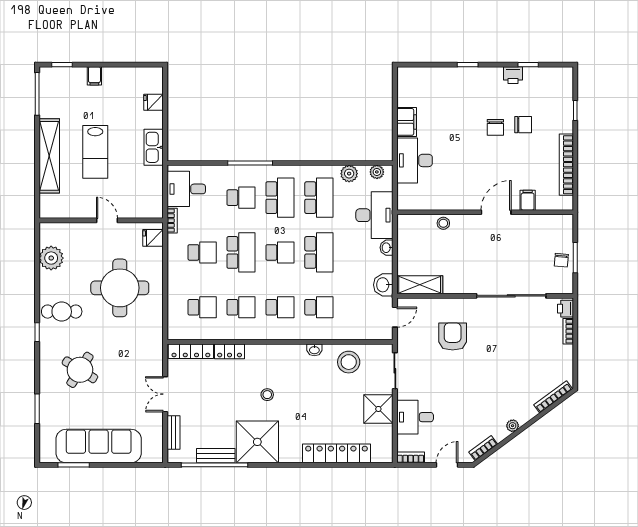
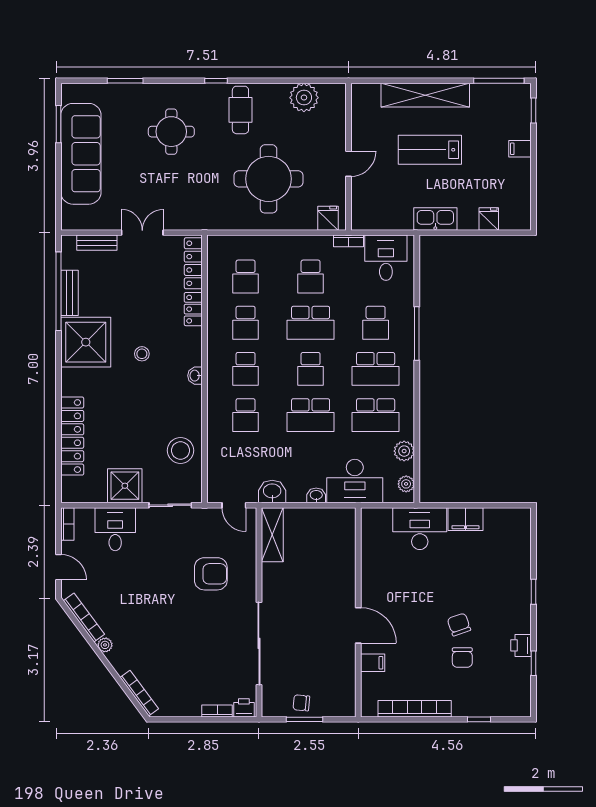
chair: (495, 127) -> (459, 624), turned 71
stool: (443, 223) -> (345, 563), removed
washbasin: (314, 350) -> (195, 376), moved
round table: (80, 370) -> (171, 132), turned -32
bookcase: (483, 448) -> (84, 618), width x1.56

